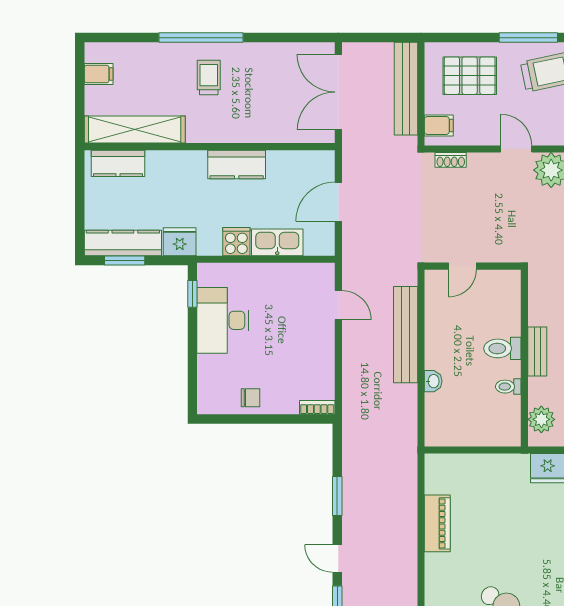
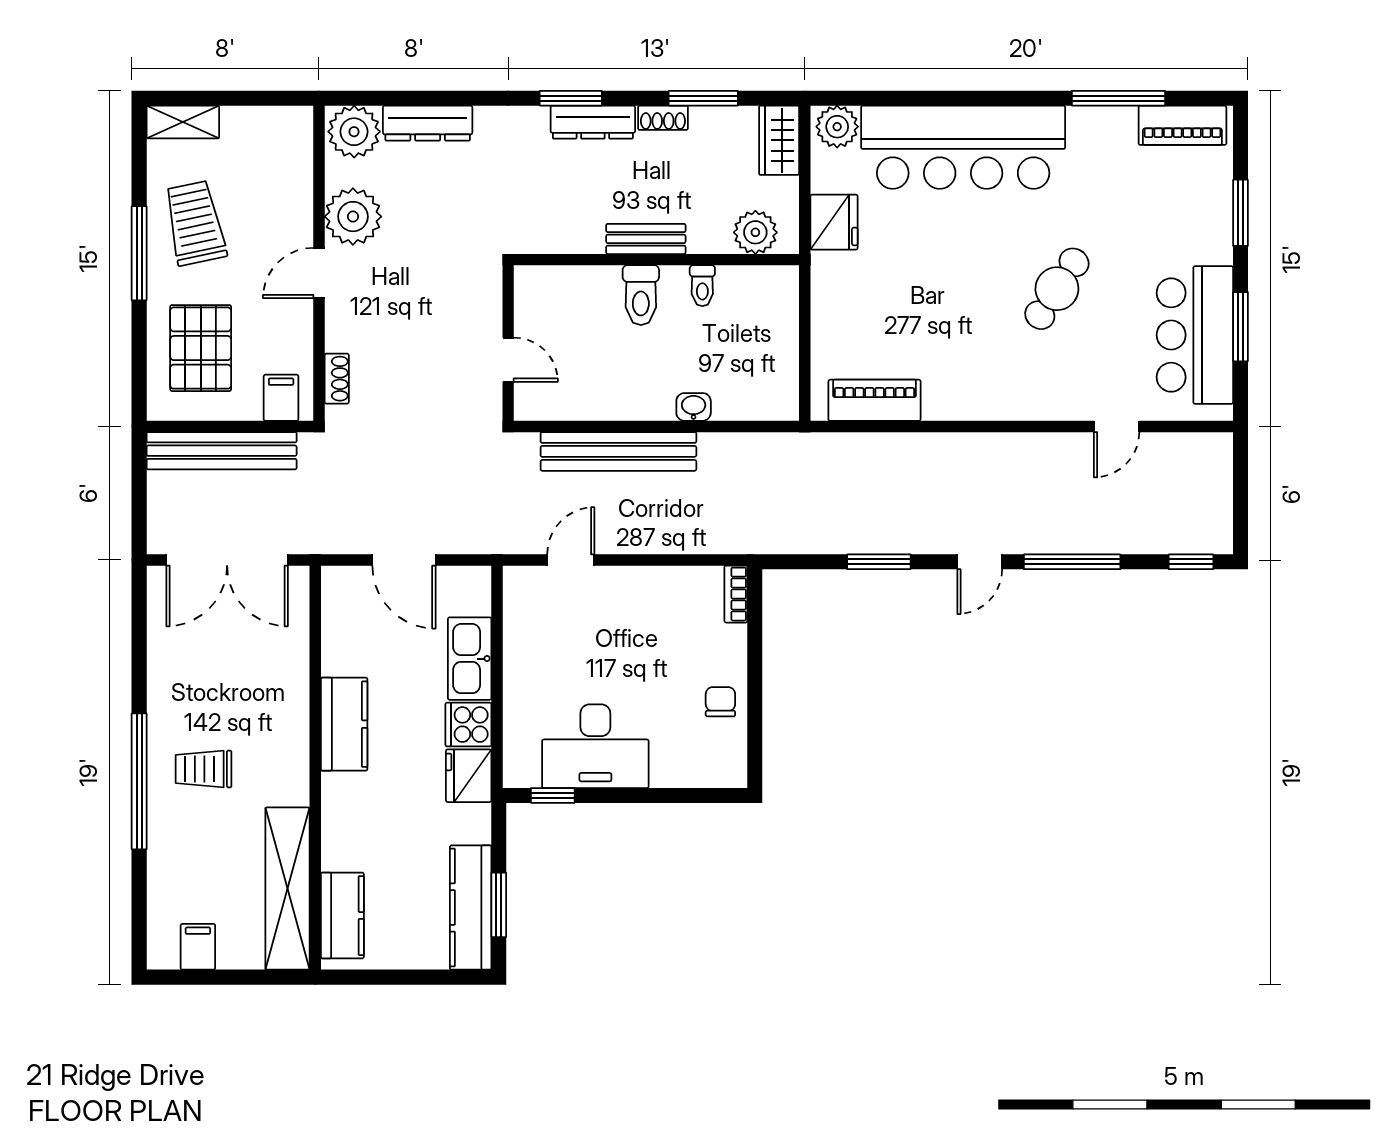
fridge: (180, 242) -> (469, 776), moved
piano: (437, 523) -> (874, 400), moved

